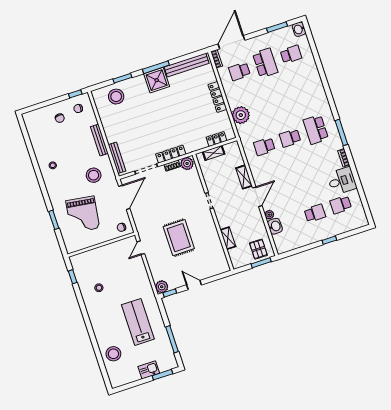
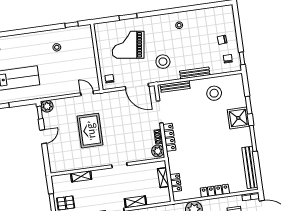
shower: (157, 80) -> (238, 118), moved
stool: (116, 97) -> (214, 93), moved
rug: (179, 238) -> (90, 131), turned 90

